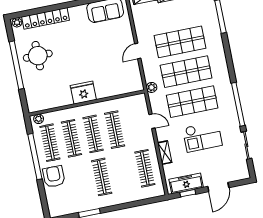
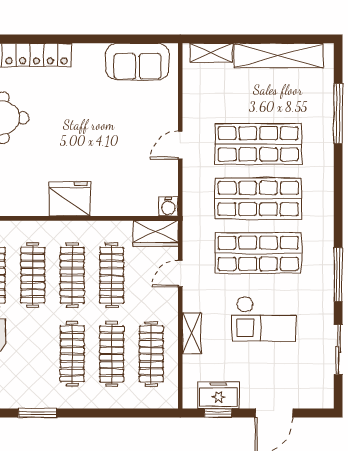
water cooler: (138, 86) -> (168, 206), added
plant: (152, 87) -> (192, 214), removed
wardrobe: (134, 102) -> (156, 234), added
window: (238, 104) -> (338, 275), width x0.68
door: (152, 121) -> (180, 274), swing flipped
clothes rail: (123, 173) -> (112, 354), added
freezer: (186, 183) -> (219, 395), width x0.71

